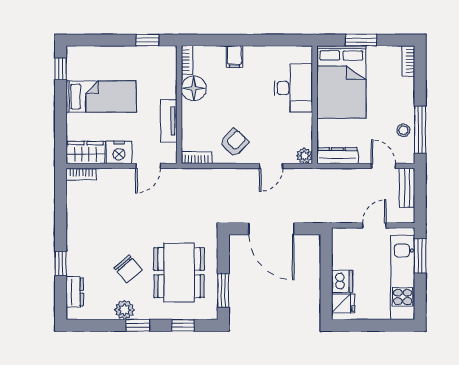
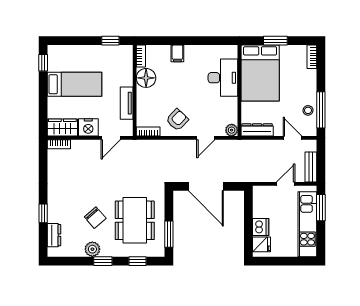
bench: (407, 188) -> (311, 167), moved

